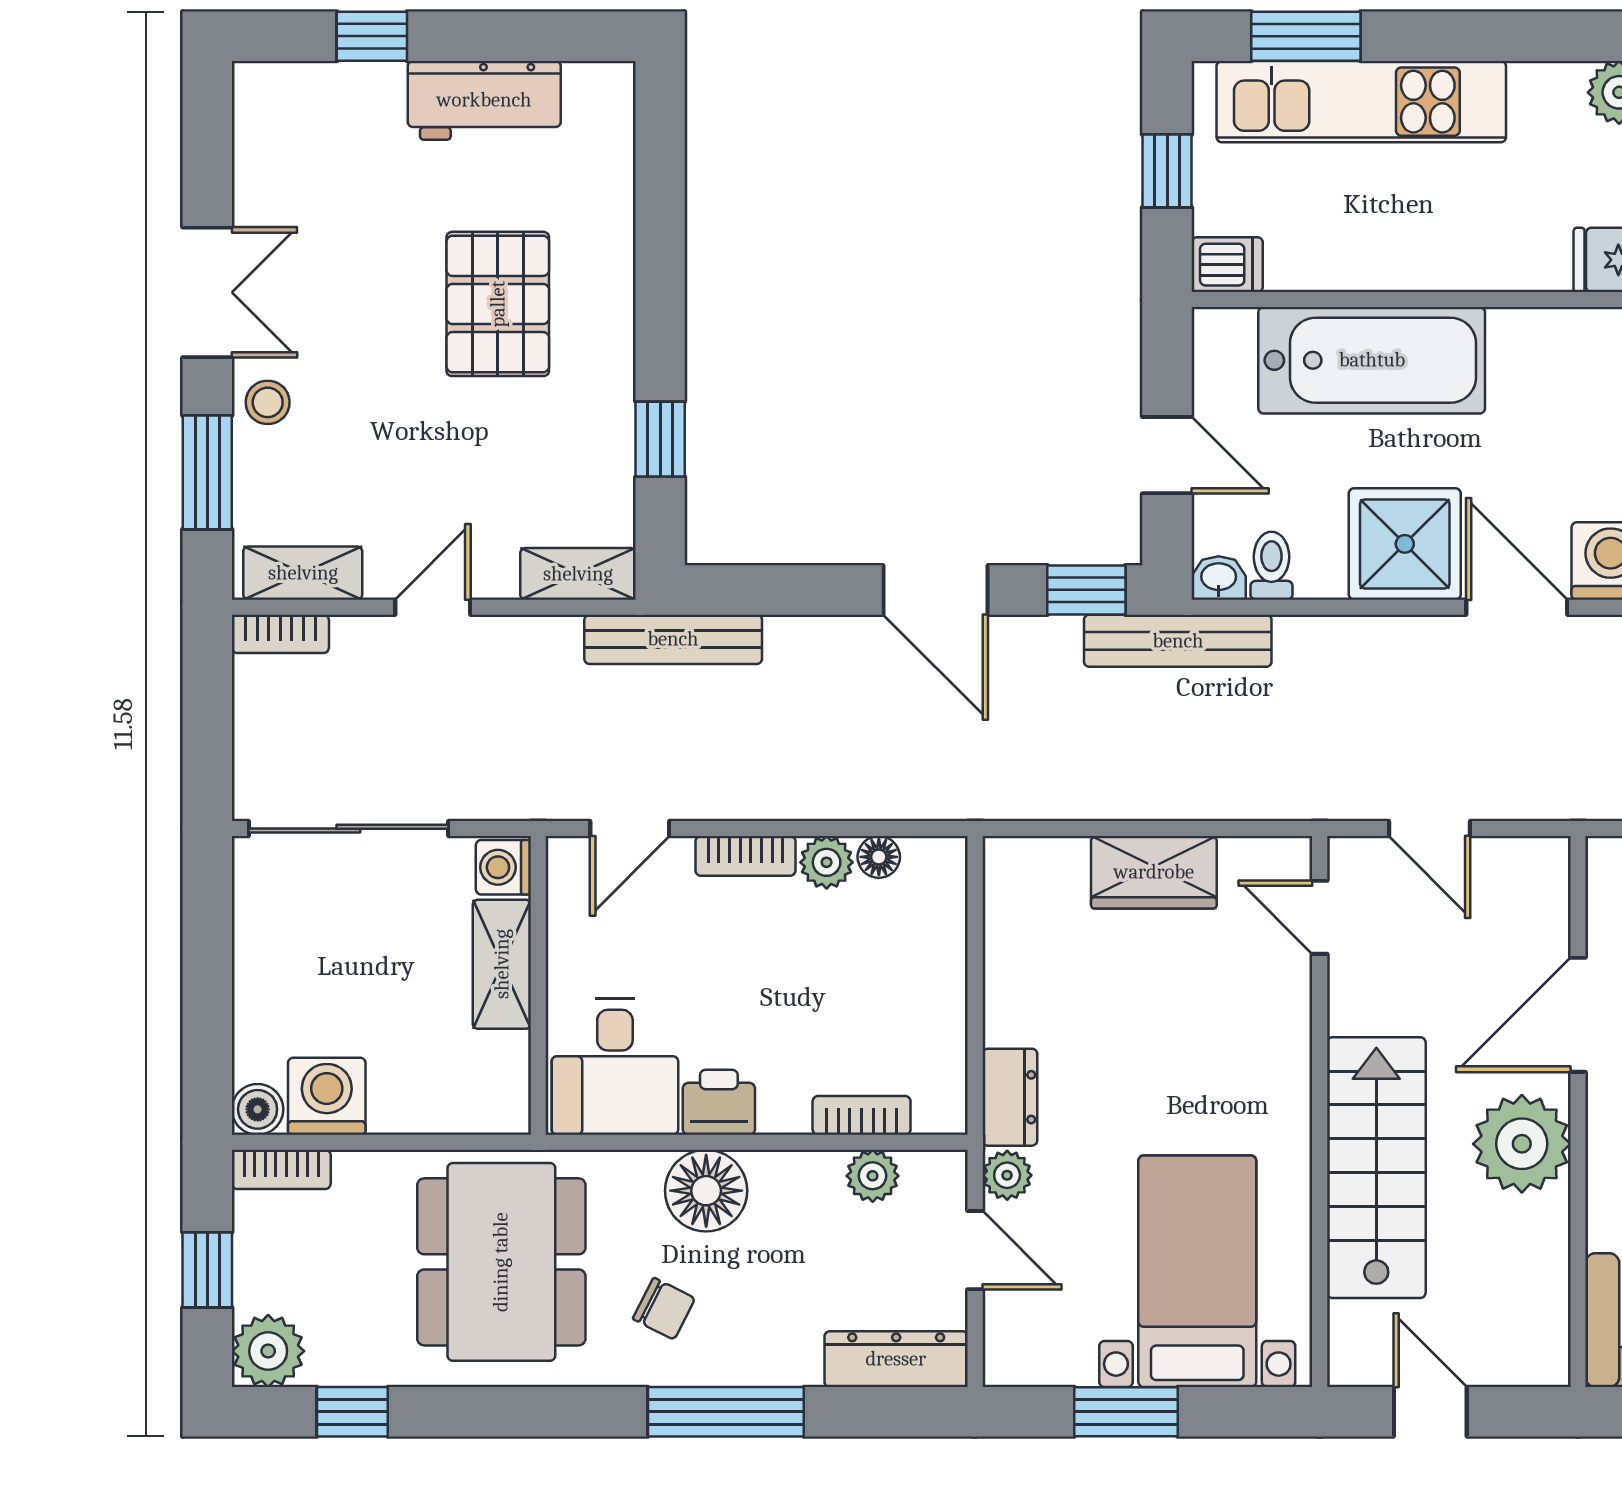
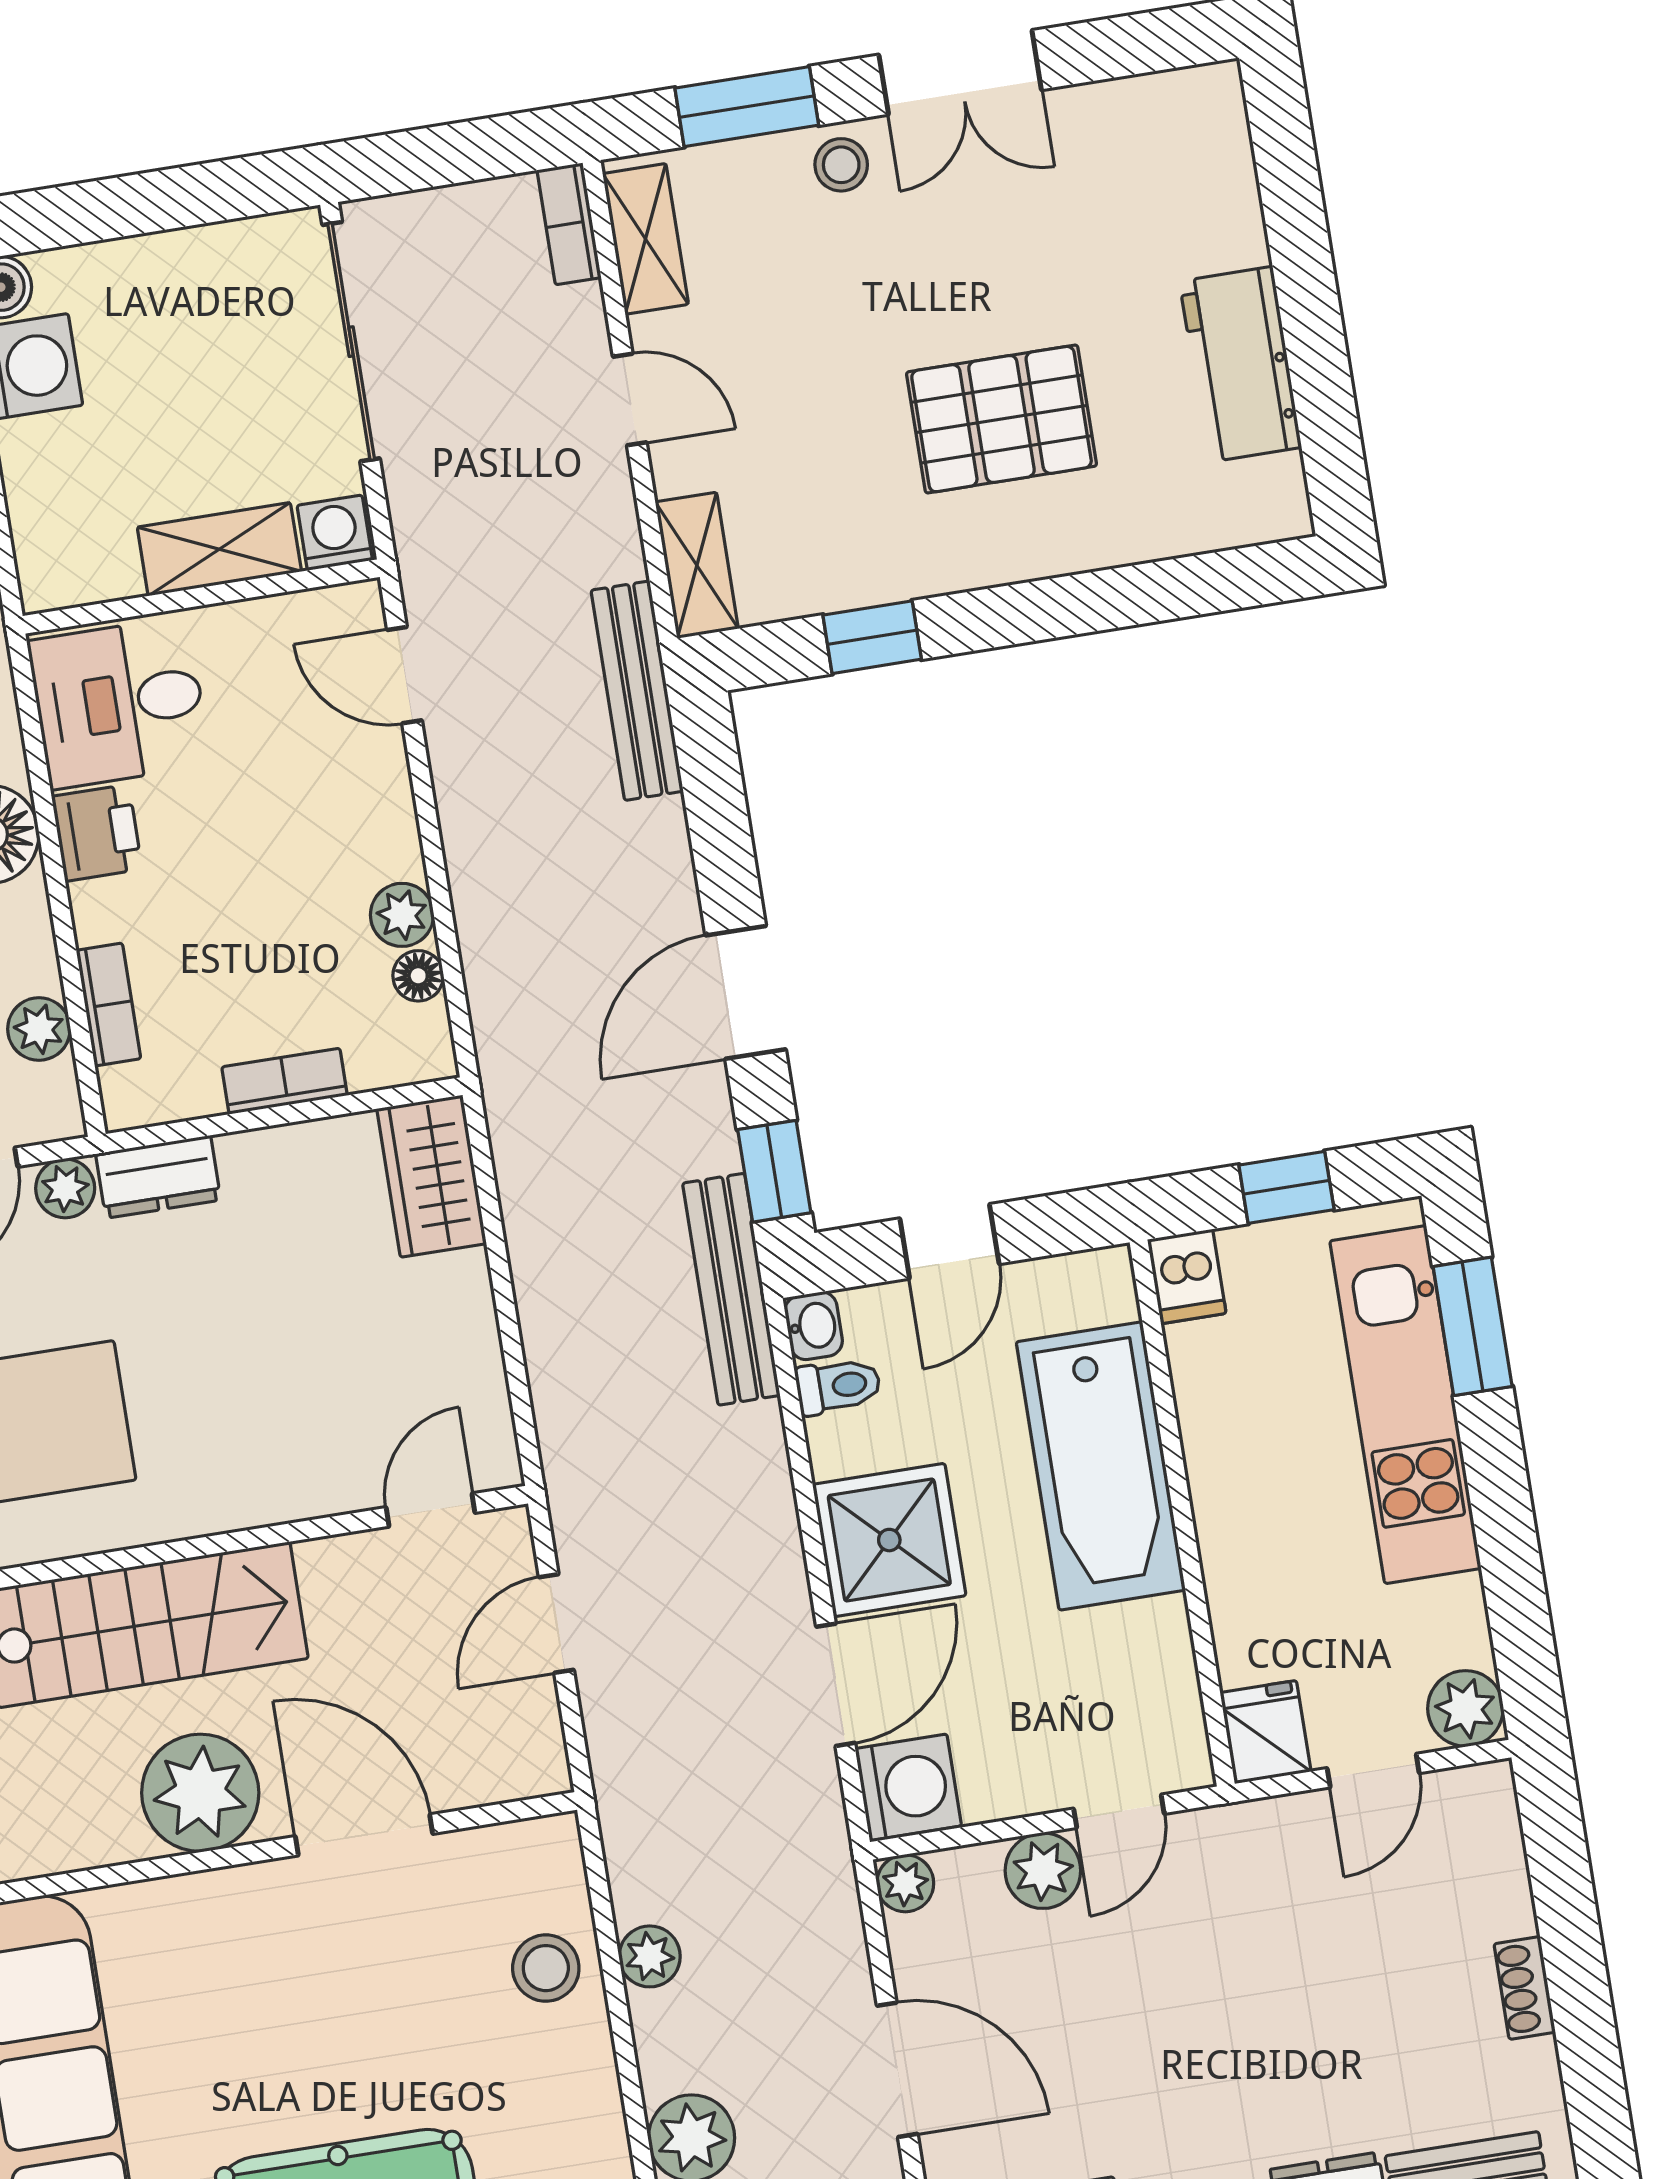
window: (372, 36) -> (1295, 219), removed
bookcase: (745, 856) -> (285, 1081), moved, turned 90
wardrobe: (1154, 872) -> (432, 1176), moved

